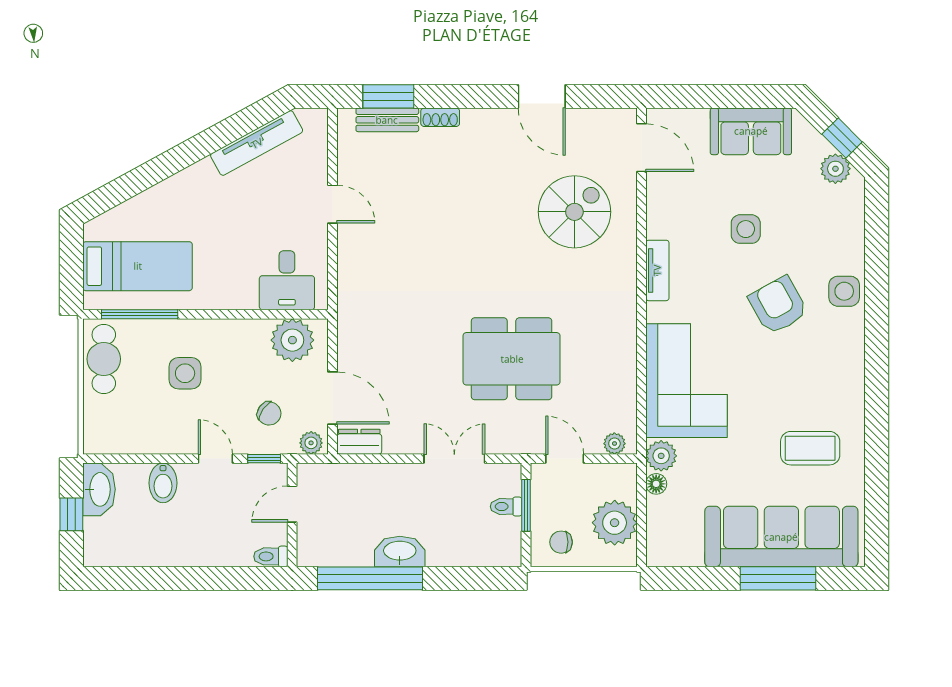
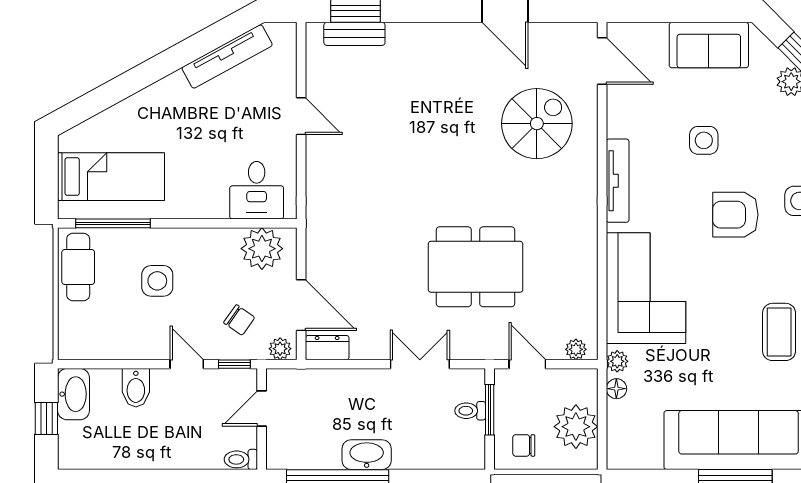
shoe rack: (440, 117) -> (406, 31), removed
tv unit: (657, 270) -> (618, 181), width x1.41
armchair: (778, 305) -> (735, 215), turned -61
coffee table: (810, 448) -> (779, 332), moved, turned 90
plant: (661, 456) -> (617, 361), width x0.73, depth x0.73

